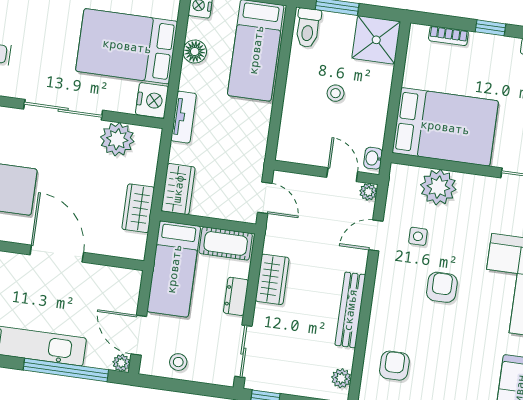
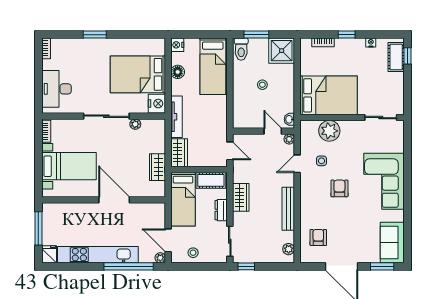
tv unit: (184, 117) -> (176, 117), width x1.41
plant: (117, 139) -> (135, 124), width x0.53, depth x0.53

